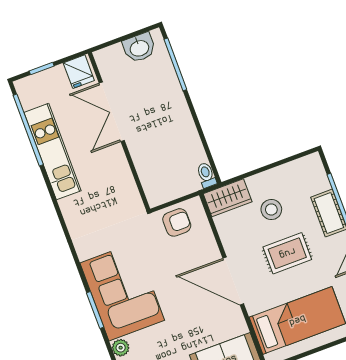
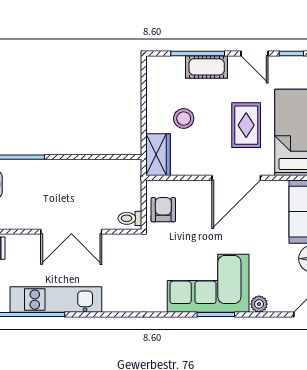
double door: (112, 112) -> (71, 232), moved
toilet: (206, 175) -> (130, 218), moved
rug: (287, 253) -> (246, 125), moved

